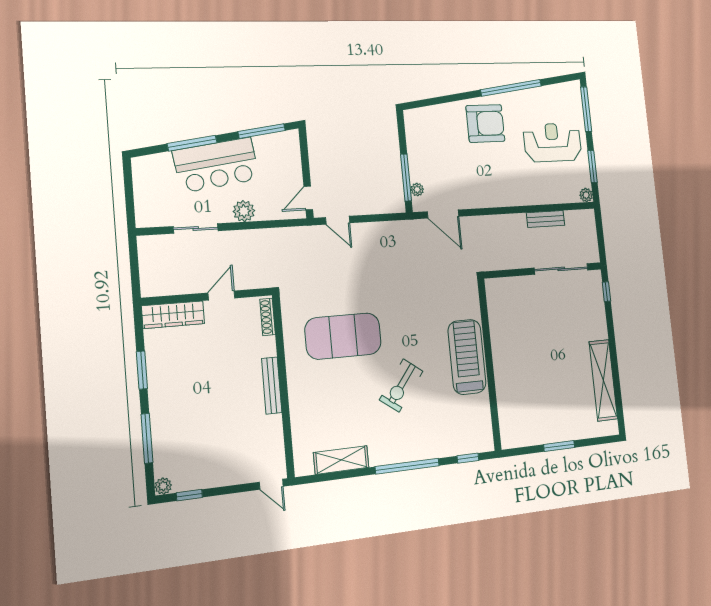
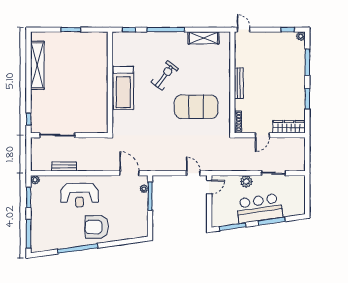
reception desk: (552, 142) -> (79, 195), moved

